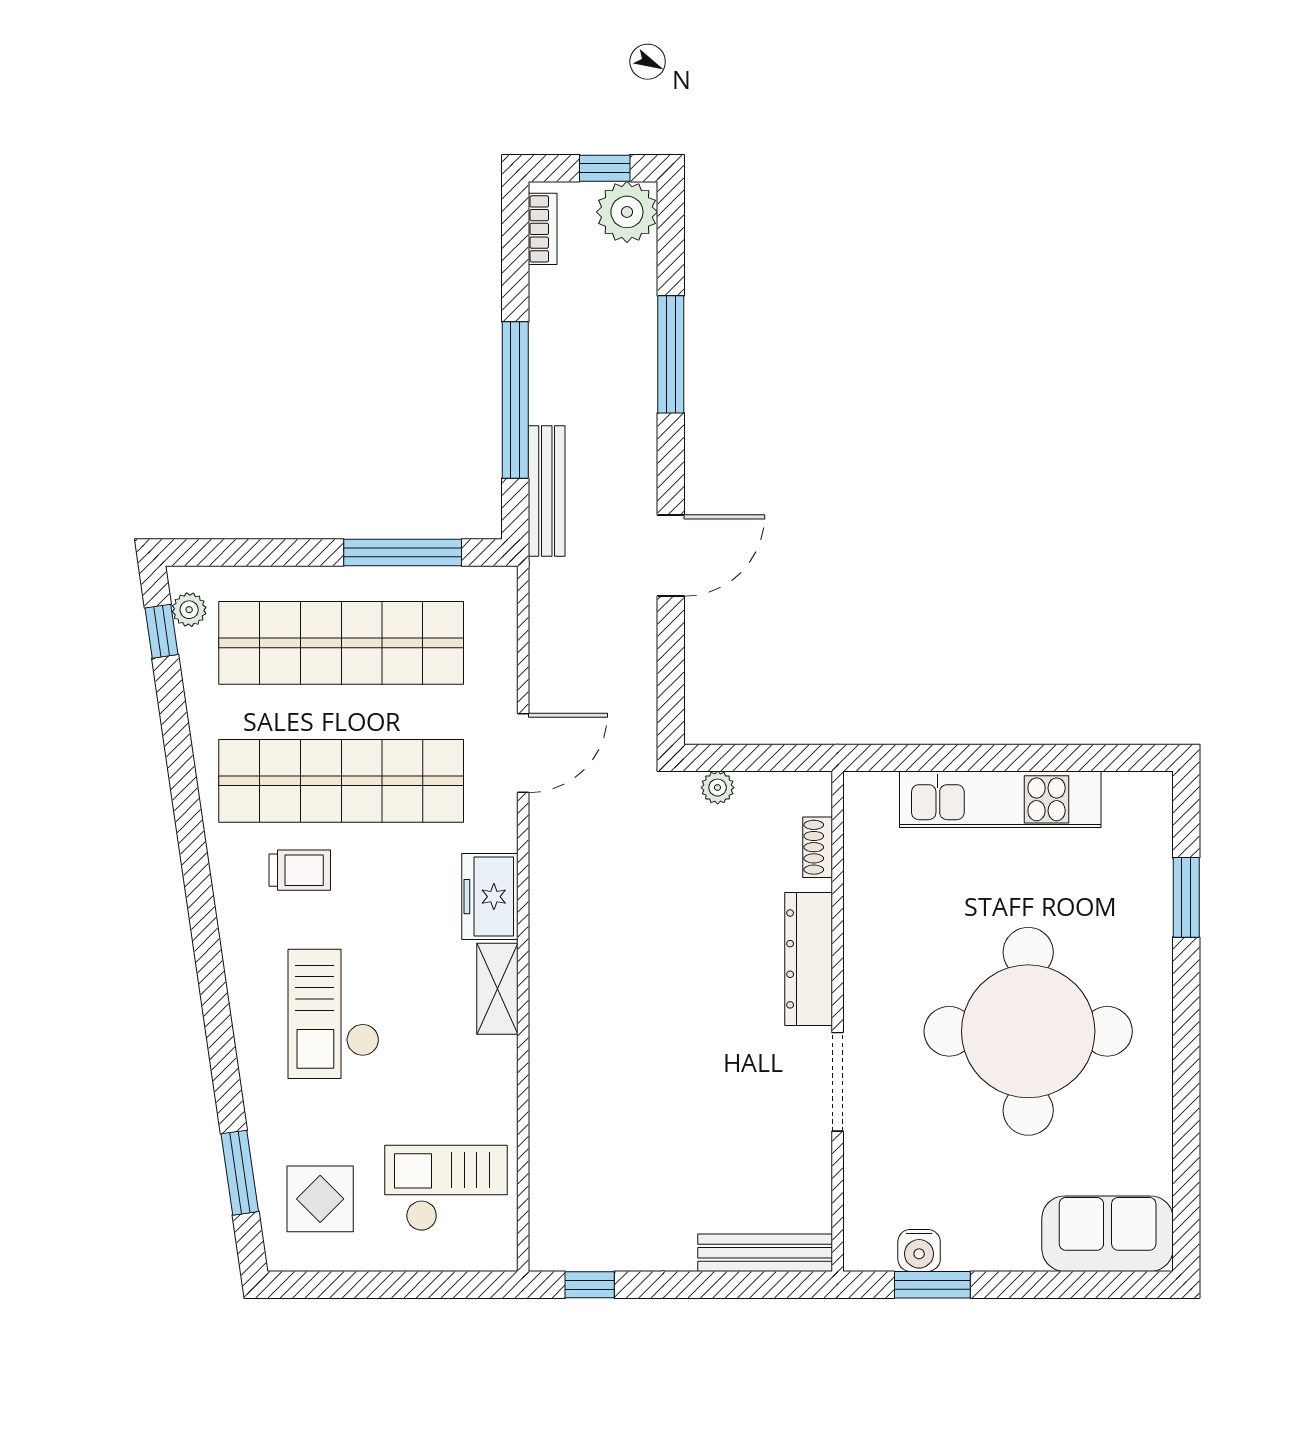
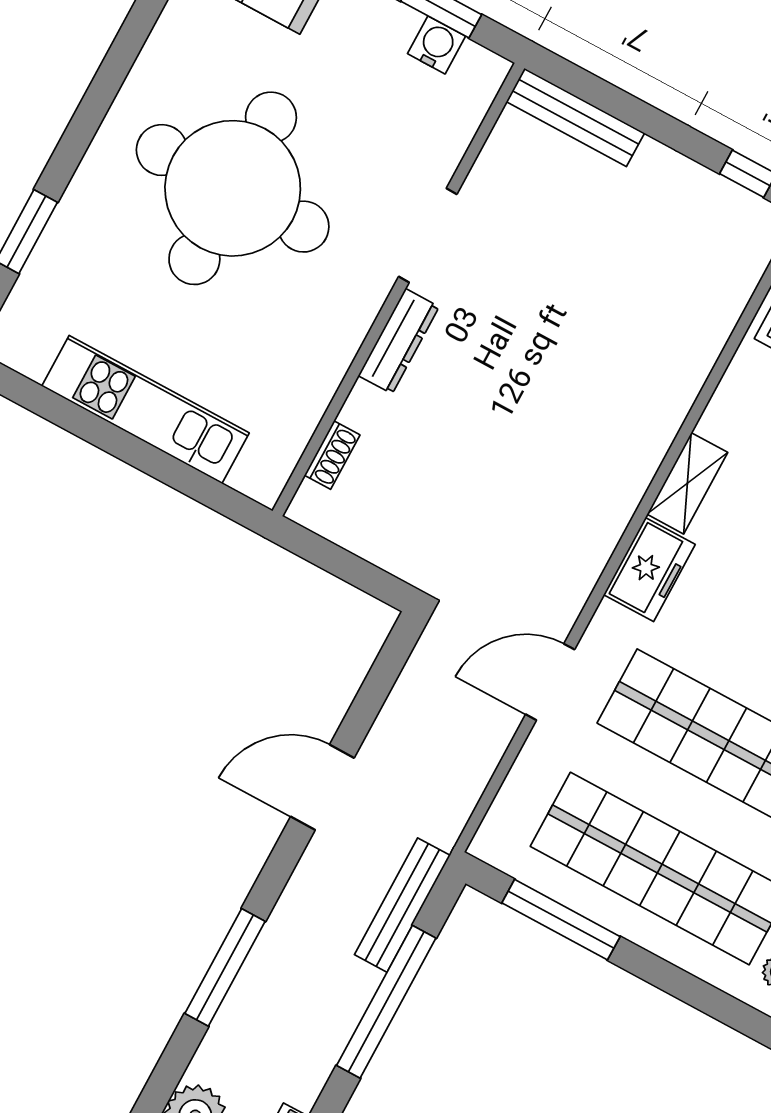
plant: (718, 788) -> (393, 557), removed
dresser: (809, 959) -> (399, 341), width x0.73, depth x0.80

